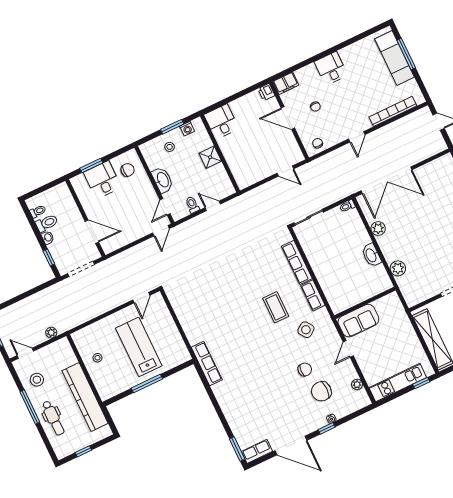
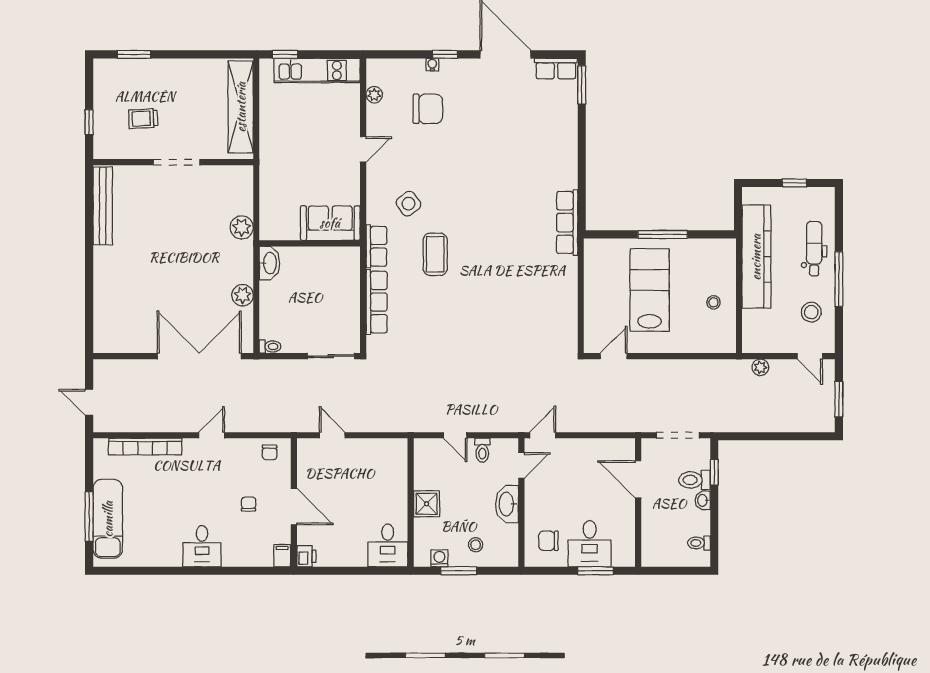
filing cabinet: (286, 83) -> (282, 556), width x0.50
toilet: (47, 223) -> (694, 480), moved
wall: (365, 303) -> (310, 243), moved
sofa: (358, 321) -> (330, 223), moved
lab bench: (139, 347) -> (650, 290), turned 180
chair: (305, 369) -> (436, 150), removed

